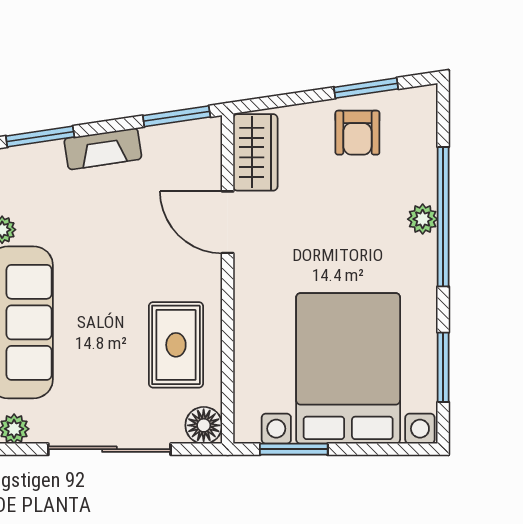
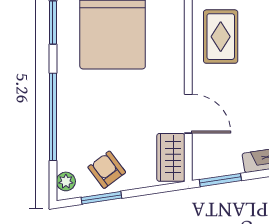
armchair: (357, 133) -> (107, 170), turned -37
plant: (423, 219) -> (66, 181), moved

